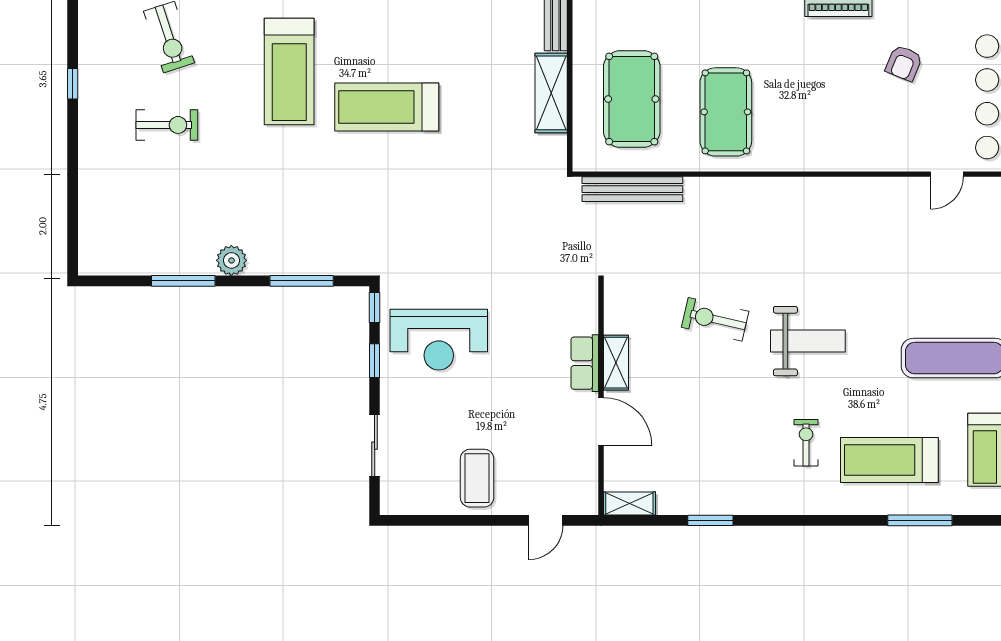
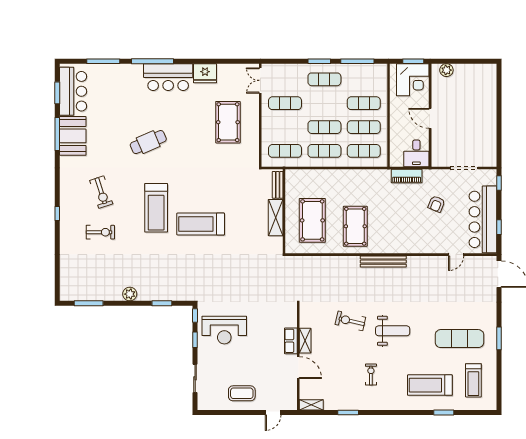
bench: (632, 189) -> (383, 262), moved
window: (183, 281) -> (89, 303), moved
window: (302, 281) -> (162, 303), width x0.69
exercise bike: (806, 443) -> (371, 375), moved
coffee table: (477, 478) -> (242, 393), turned 90
window: (920, 520) -> (444, 413), width x0.69

